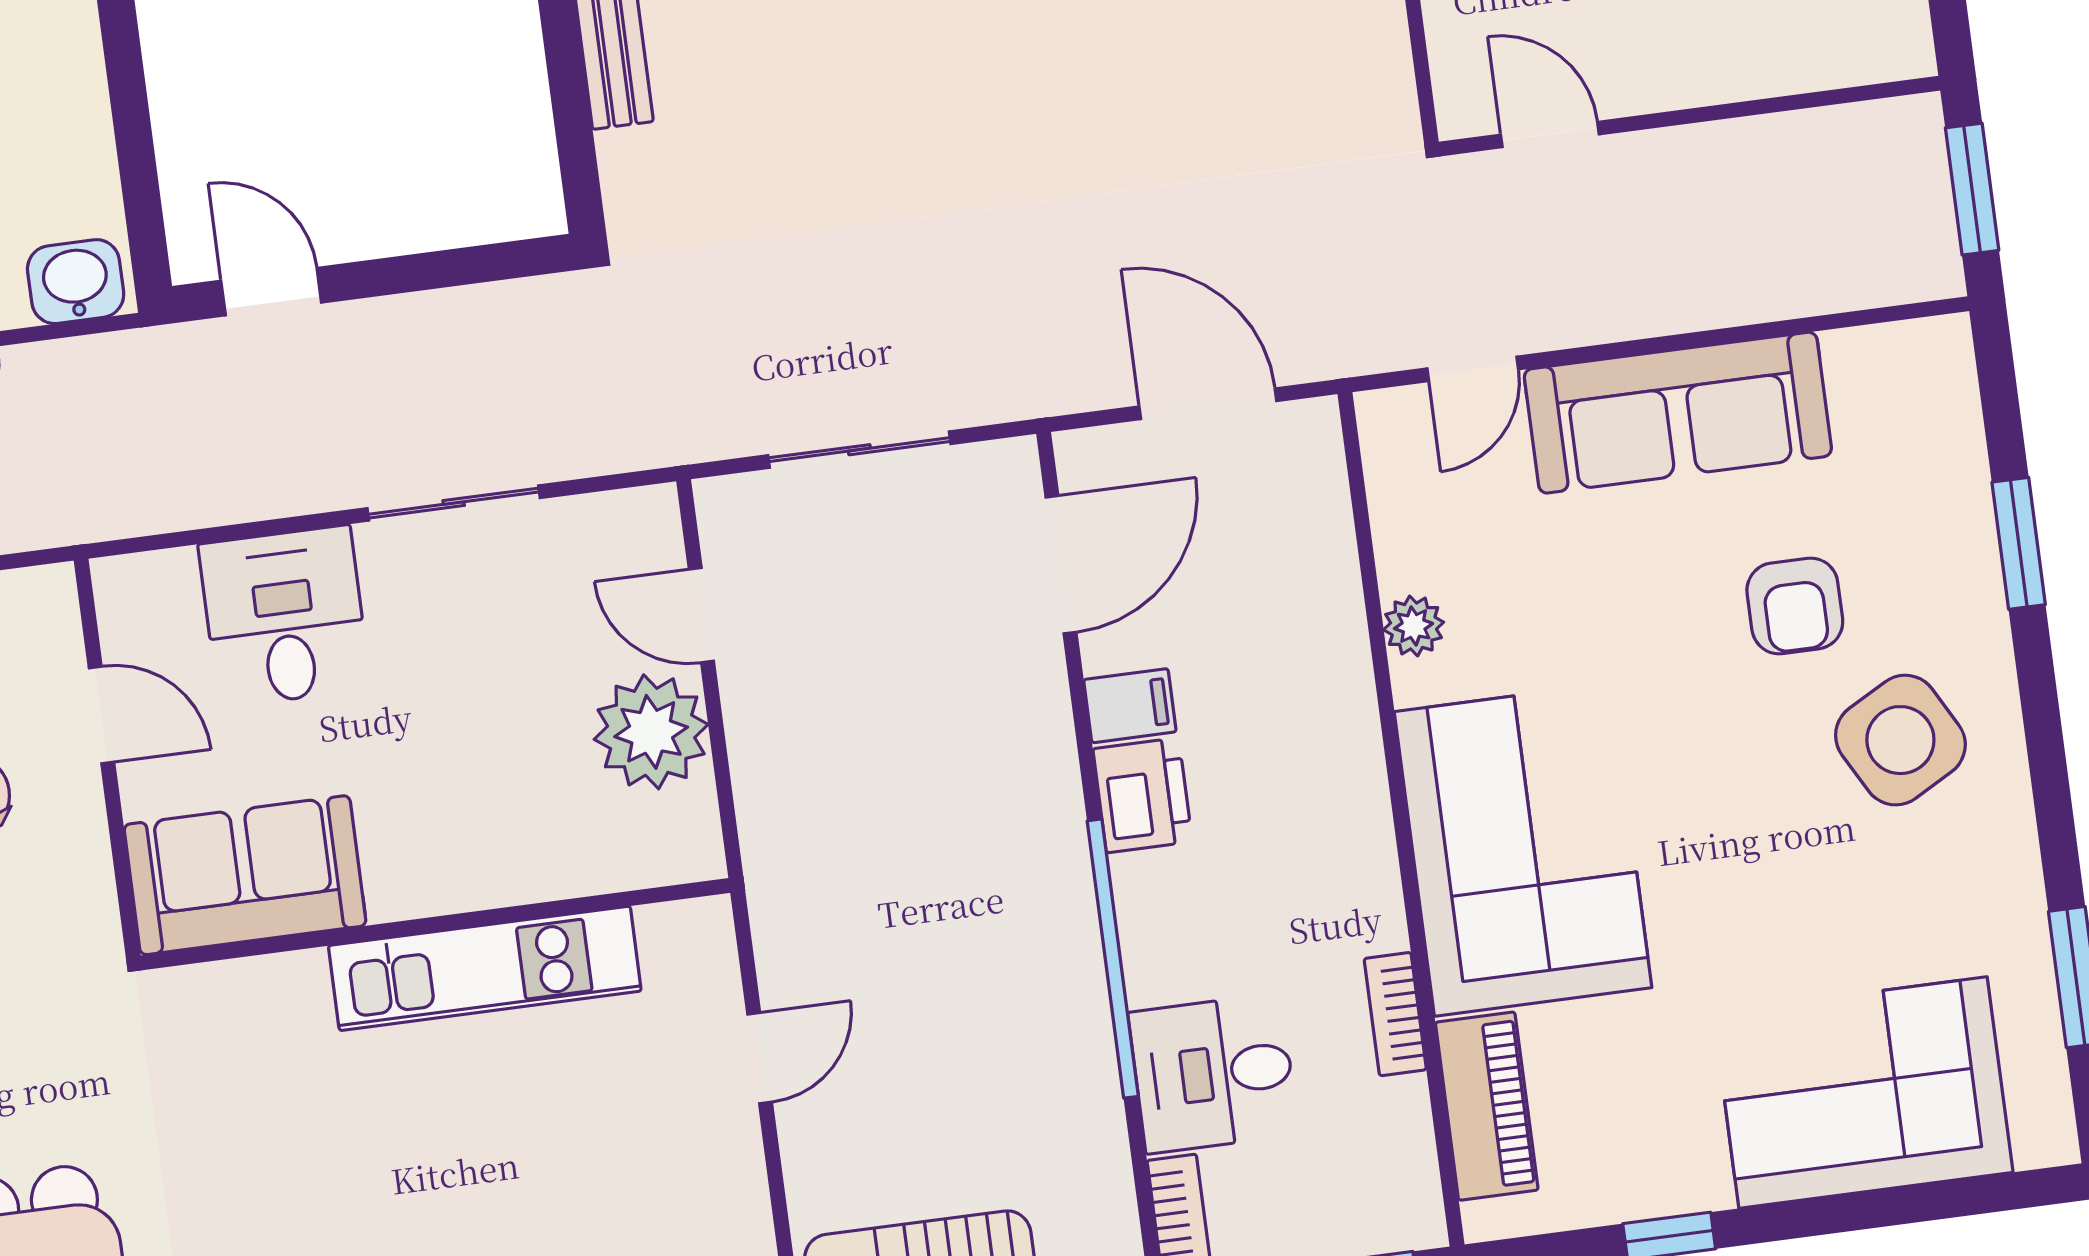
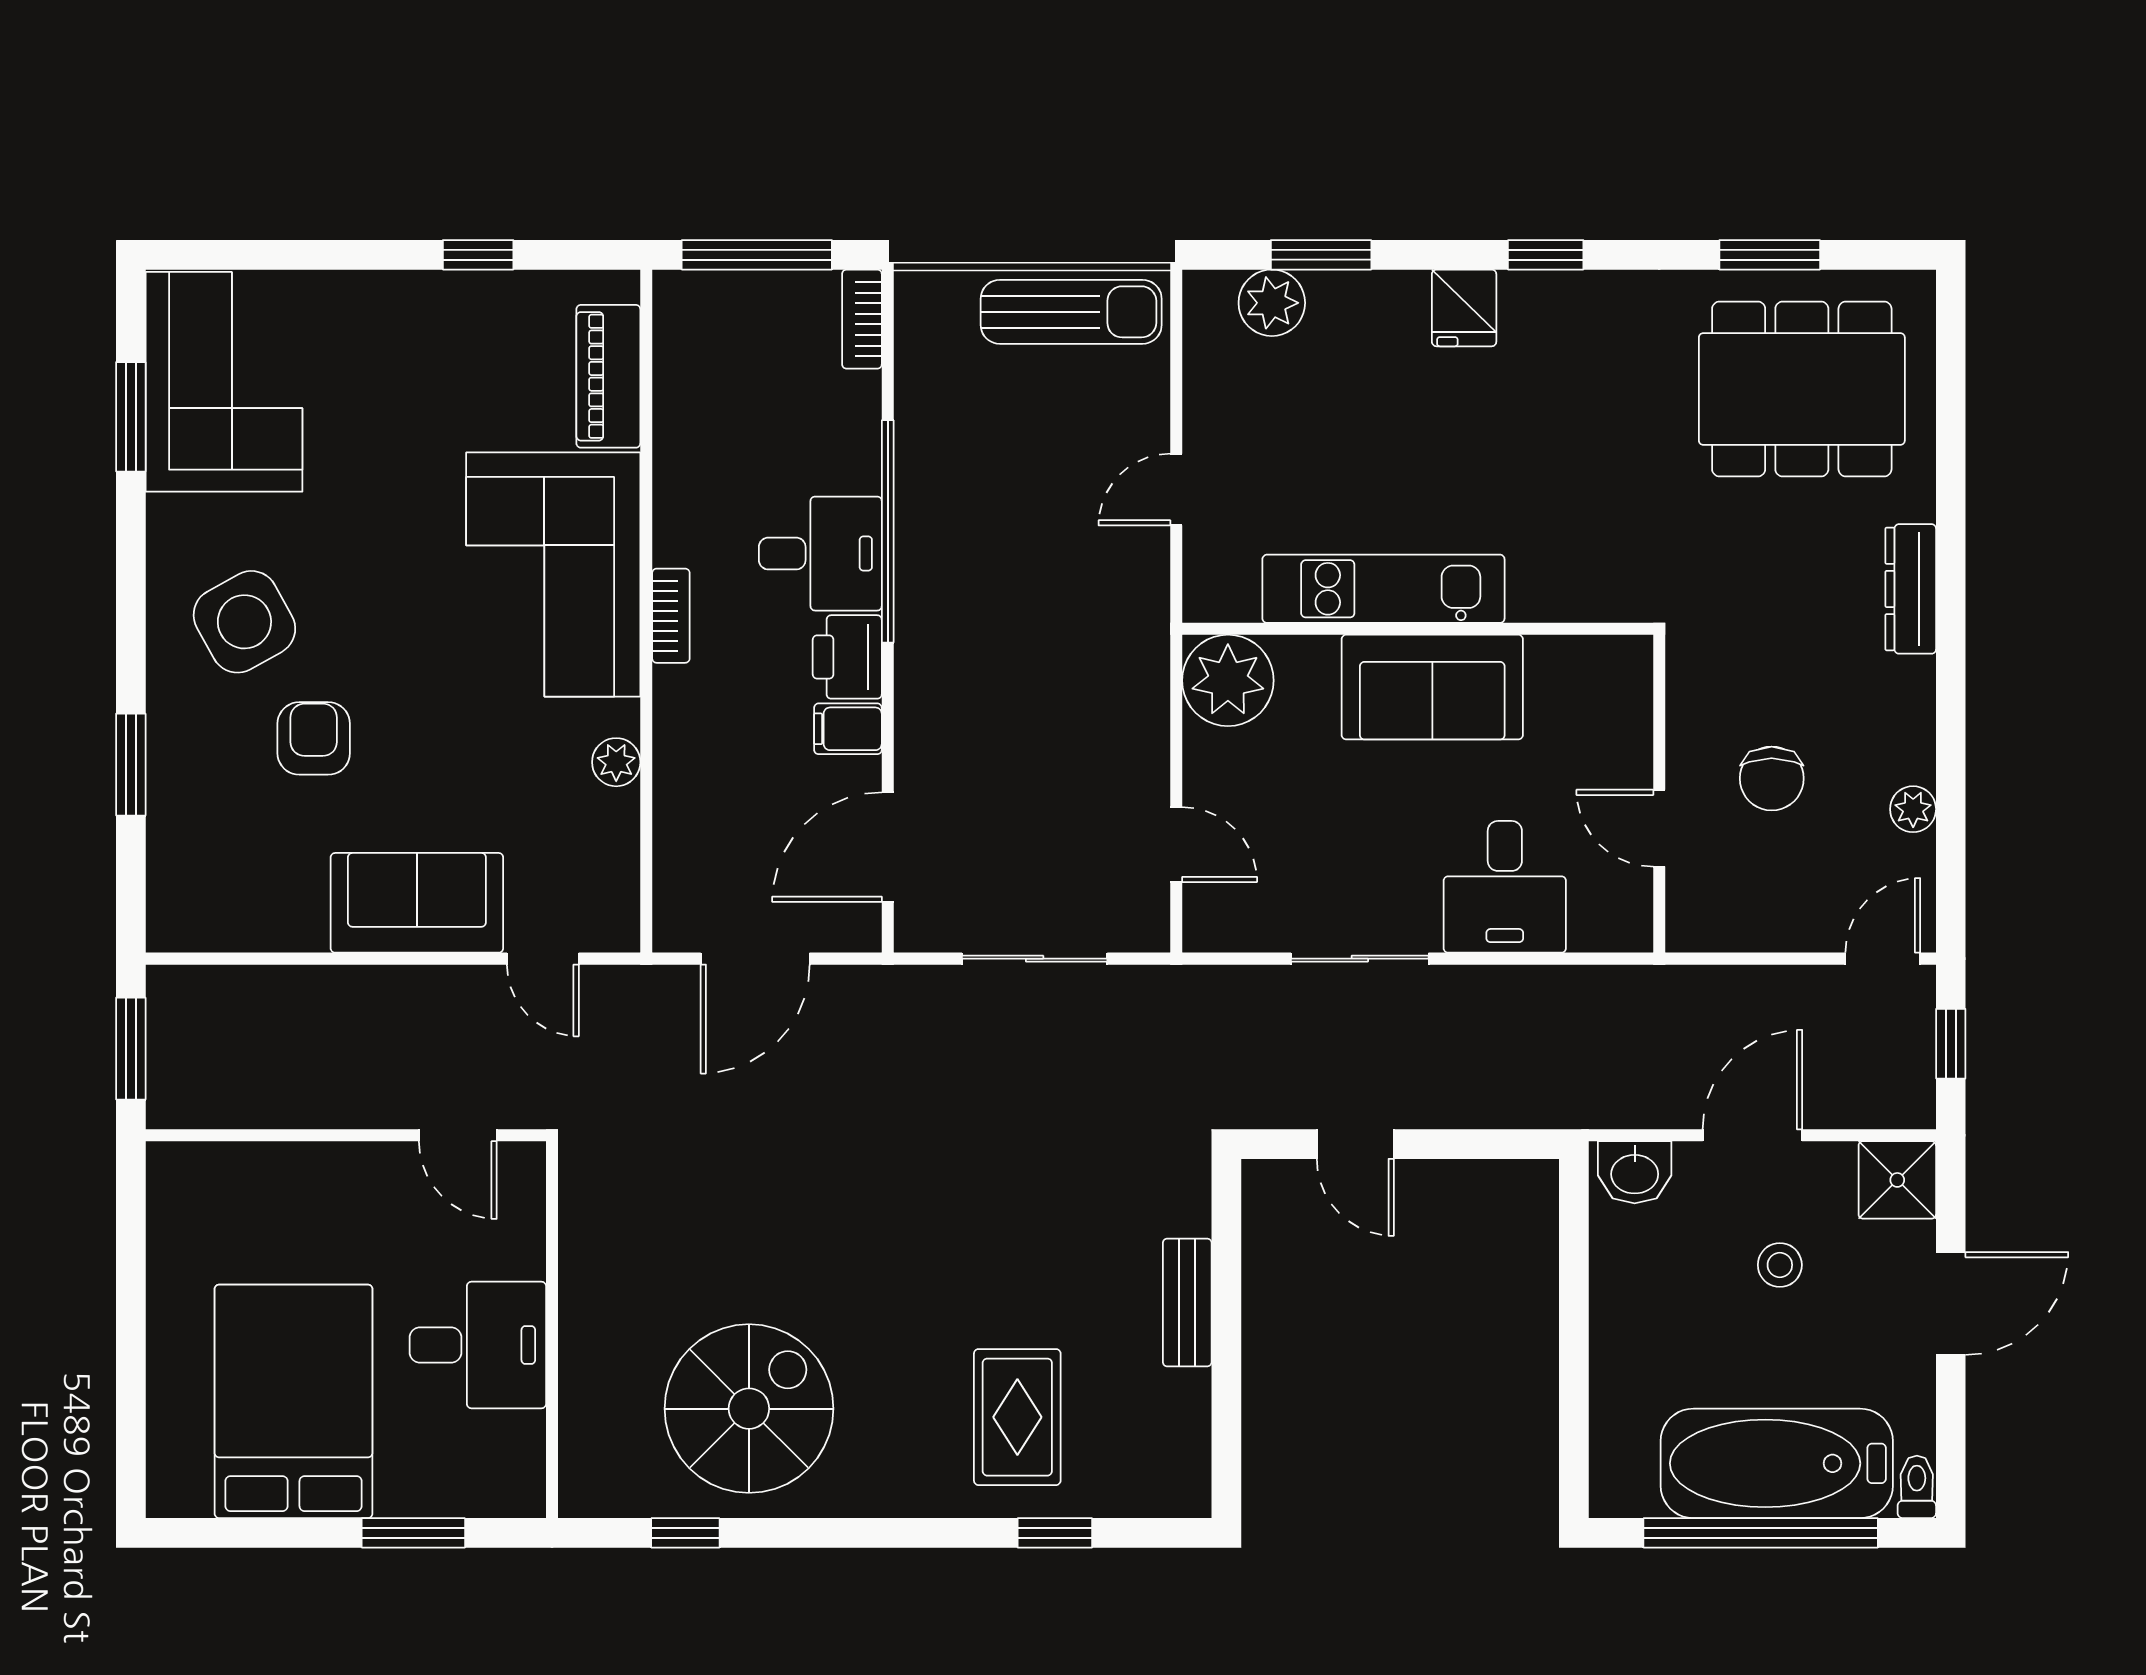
door: (271, 292) -> (1355, 1144), moved
door: (1473, 369) -> (543, 959), swing flipped
door: (1208, 404) -> (755, 959), hinge flipped
sofa: (1678, 413) -> (417, 903), width x0.73
plant: (651, 732) -> (1228, 680), moved
sofa: (245, 875) -> (1432, 687), moved
bookcase: (1395, 1014) -> (671, 616), moved
desk: (1213, 1073) -> (820, 554), moved
corner sofa: (1863, 1093) -> (224, 382), moved, turned -90

